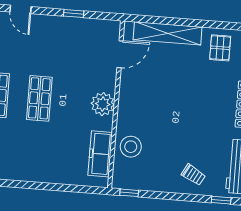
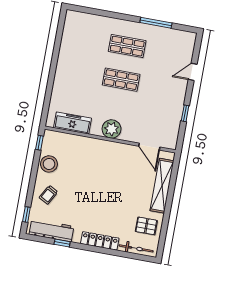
stool: (131, 147) -> (49, 164), moved

